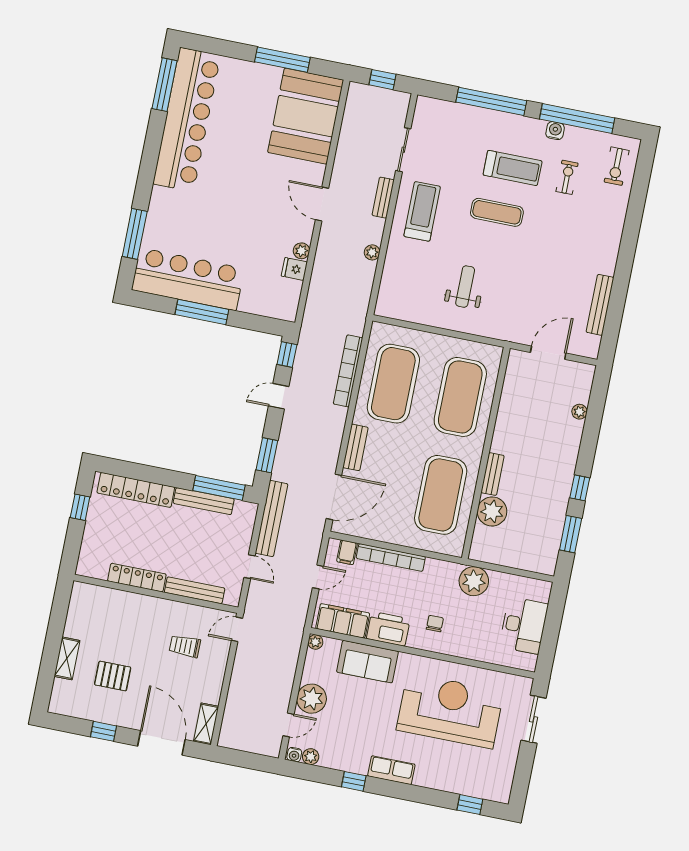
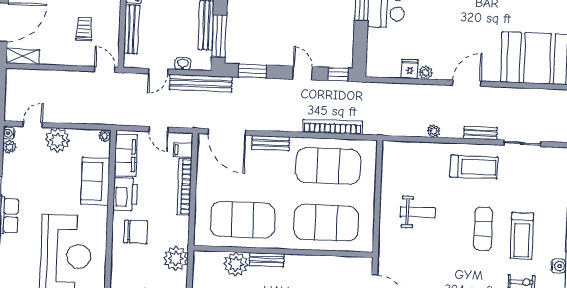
washbasin: (245, 536) -> (183, 64), added
chair: (435, 624) -> (136, 232), width x1.87, depth x1.87
door: (288, 725) -> (33, 124), swing flipped

